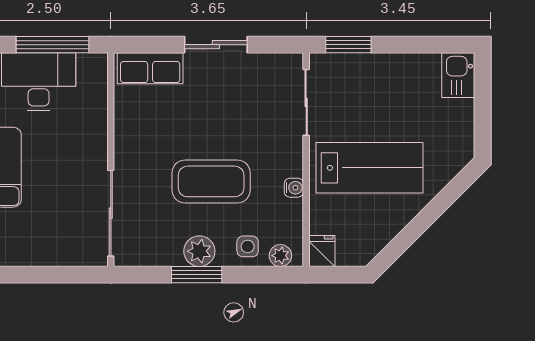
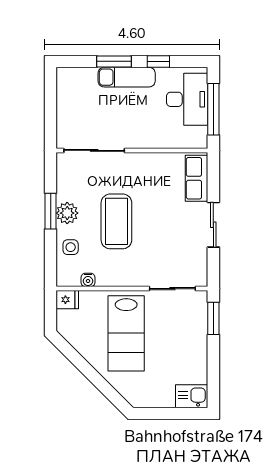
water cooler: (294, 188) -> (88, 280), moved
plant: (280, 256) -> (64, 270), removed

